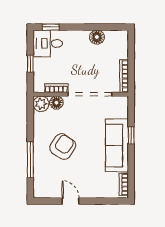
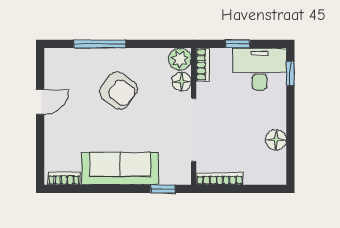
desk: (48, 43) -> (260, 69), width x1.37
bookcase: (56, 88) -> (203, 65), moved
window: (131, 135) -> (163, 189), moved

